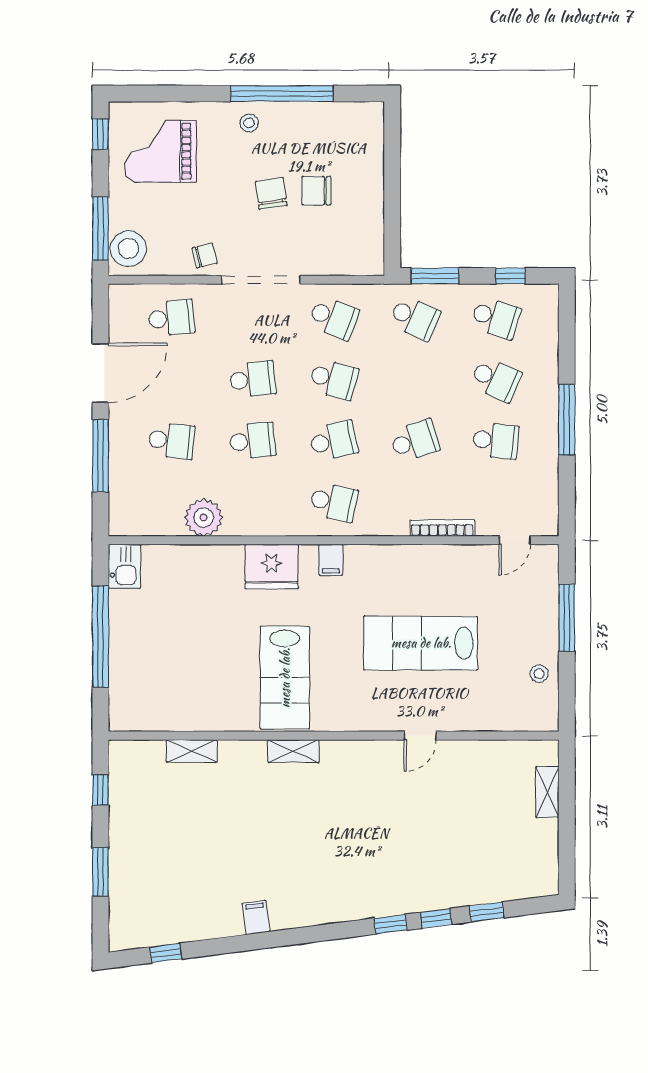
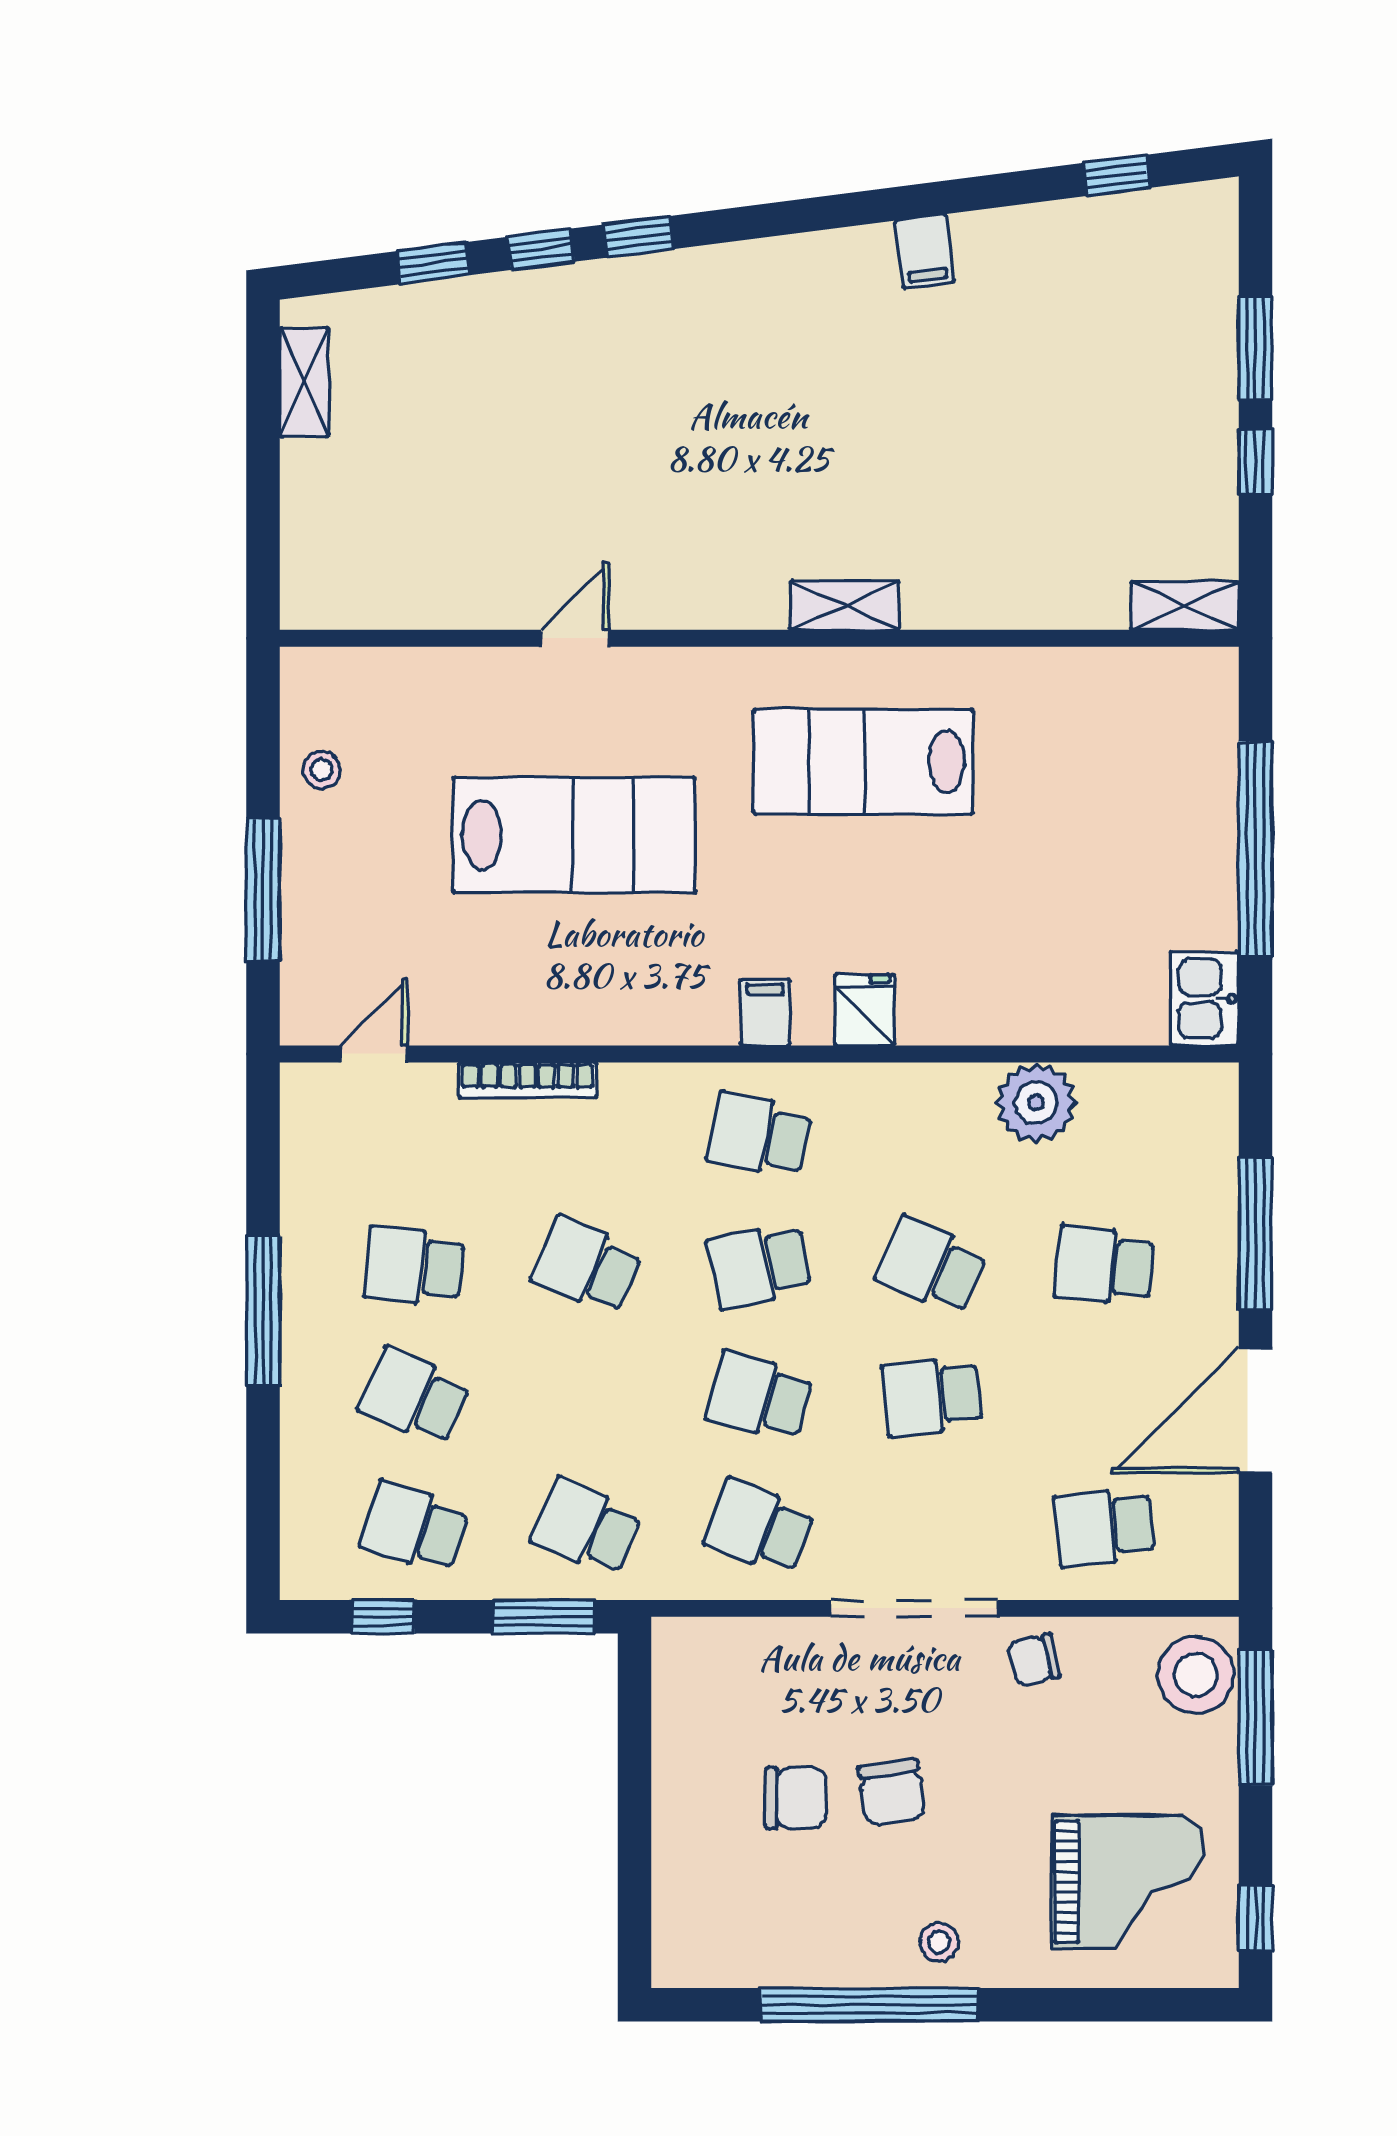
school desk: (253, 441) -> (932, 1266), turned 30
school desk: (415, 441) -> (587, 1266), turned 42
fridge: (272, 567) -> (865, 1010), width x0.53, depth x0.75
lab bench: (285, 678) -> (863, 762), turned -90
shelving: (192, 751) -> (1185, 606), moved
window: (100, 790) -> (1255, 462), moved
shelving: (547, 792) -> (304, 382), moved

